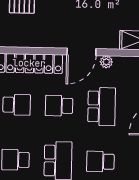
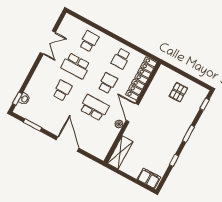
school desk: (102, 107) -> (94, 108), turned 180

